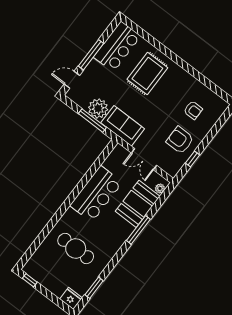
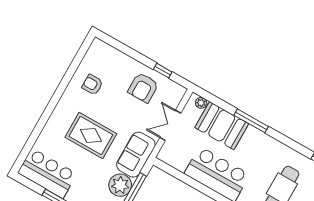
rug: (147, 74) -> (91, 135), moved
armchair: (193, 110) -> (92, 85), moved, turned -90
double door: (144, 159) -> (170, 125), swing flipped

